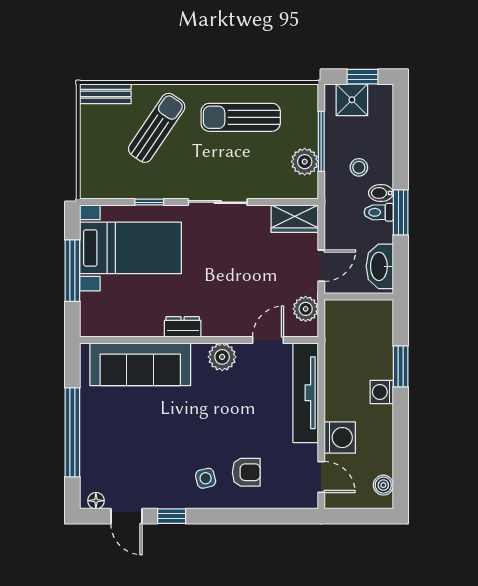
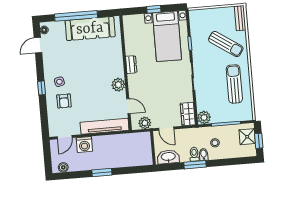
plant: (305, 162) -> (204, 118), moved
window: (72, 271) -> (154, 9), width x0.46
sofa: (140, 364) -> (90, 29), moved, turned -90
window: (401, 366) -> (102, 172), moved
washing machine: (382, 392) -> (108, 163), removed
window: (172, 516) -> (42, 88), moved

